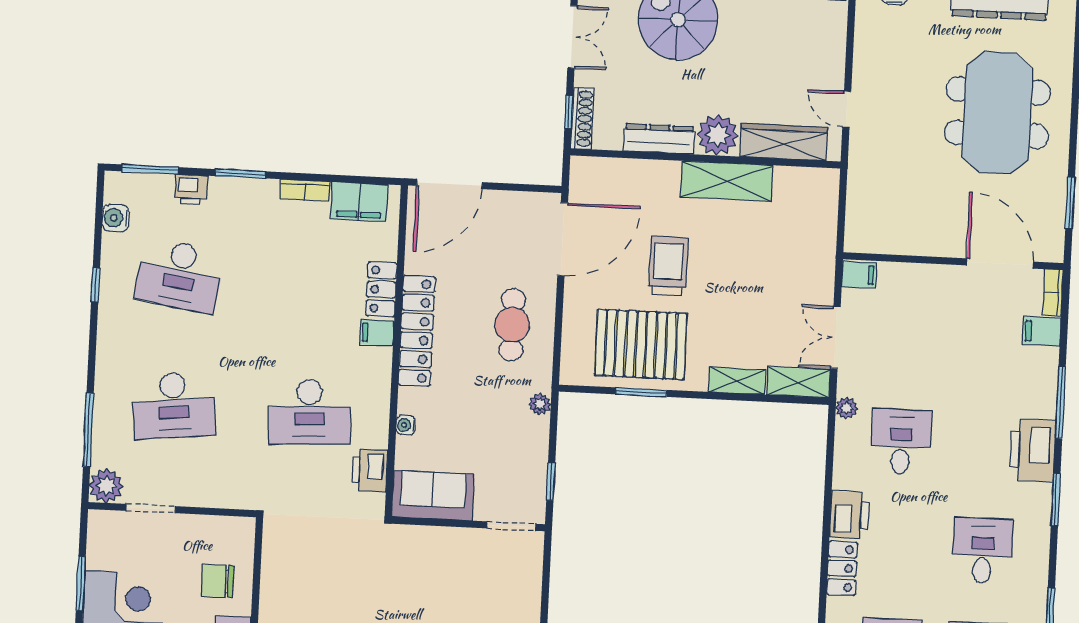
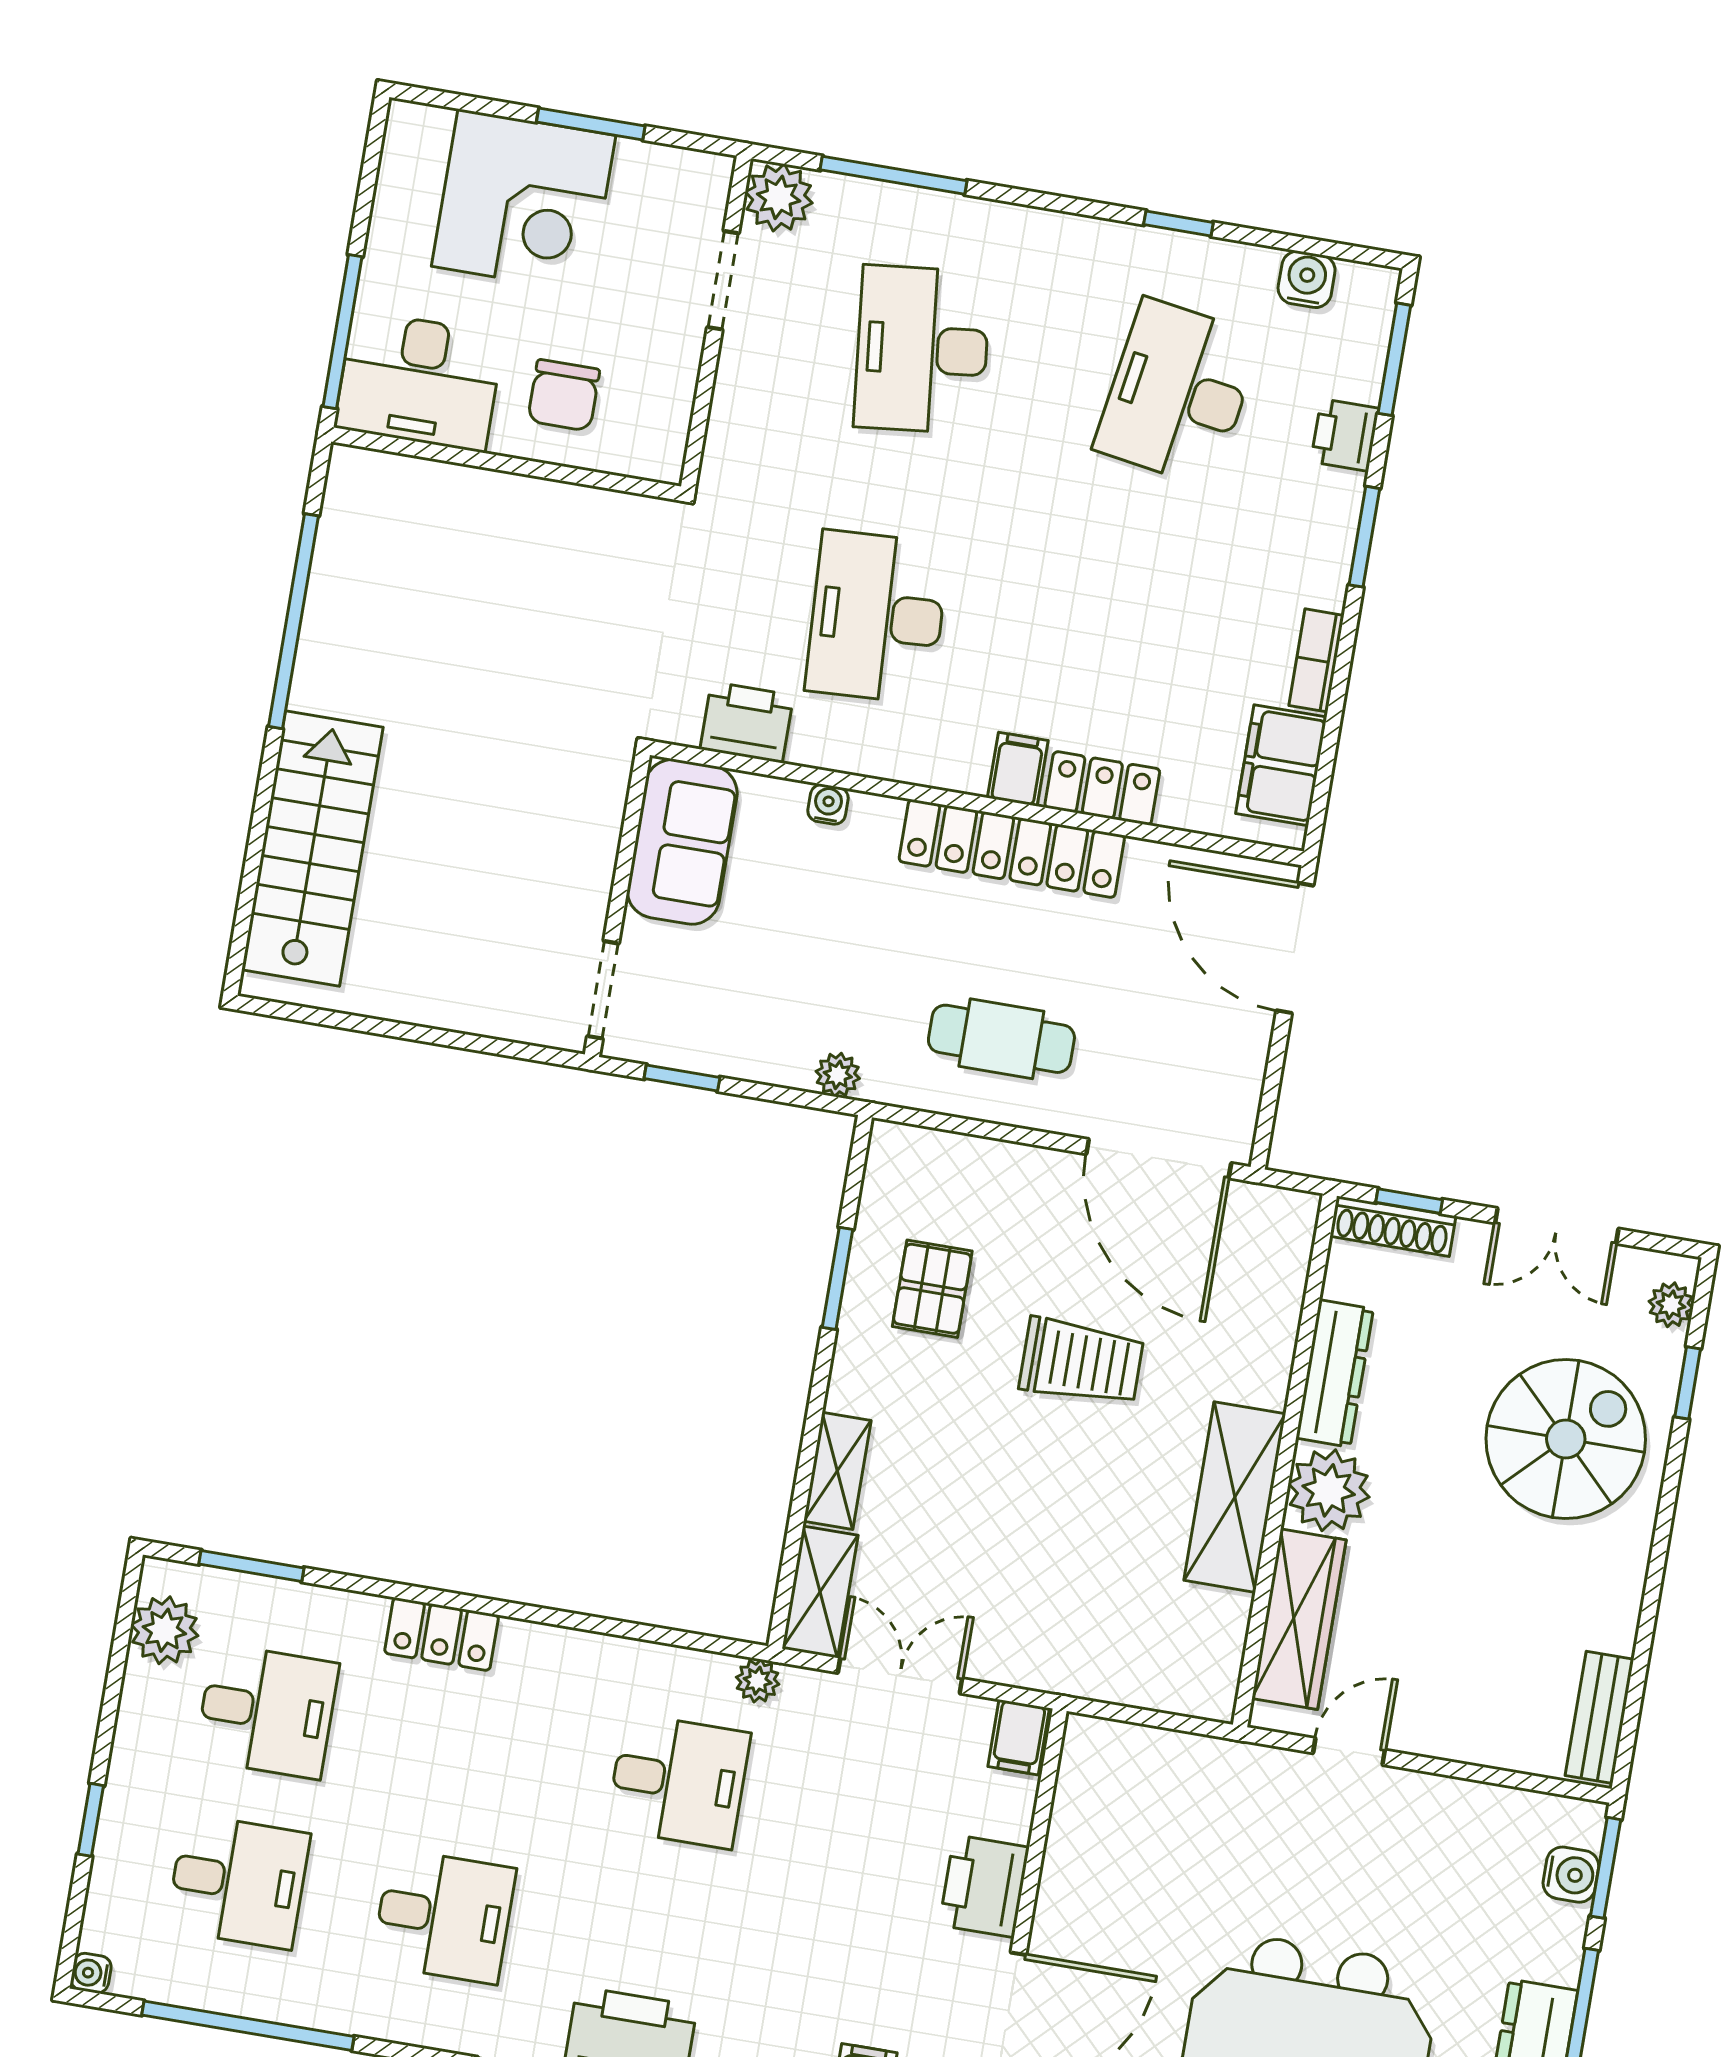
pallet: (641, 344) -> (932, 1289), width x0.49, depth x0.50
printer: (849, 515) -> (984, 1886), moved, turned 90
chair: (218, 581) -> (564, 395), turned 180

